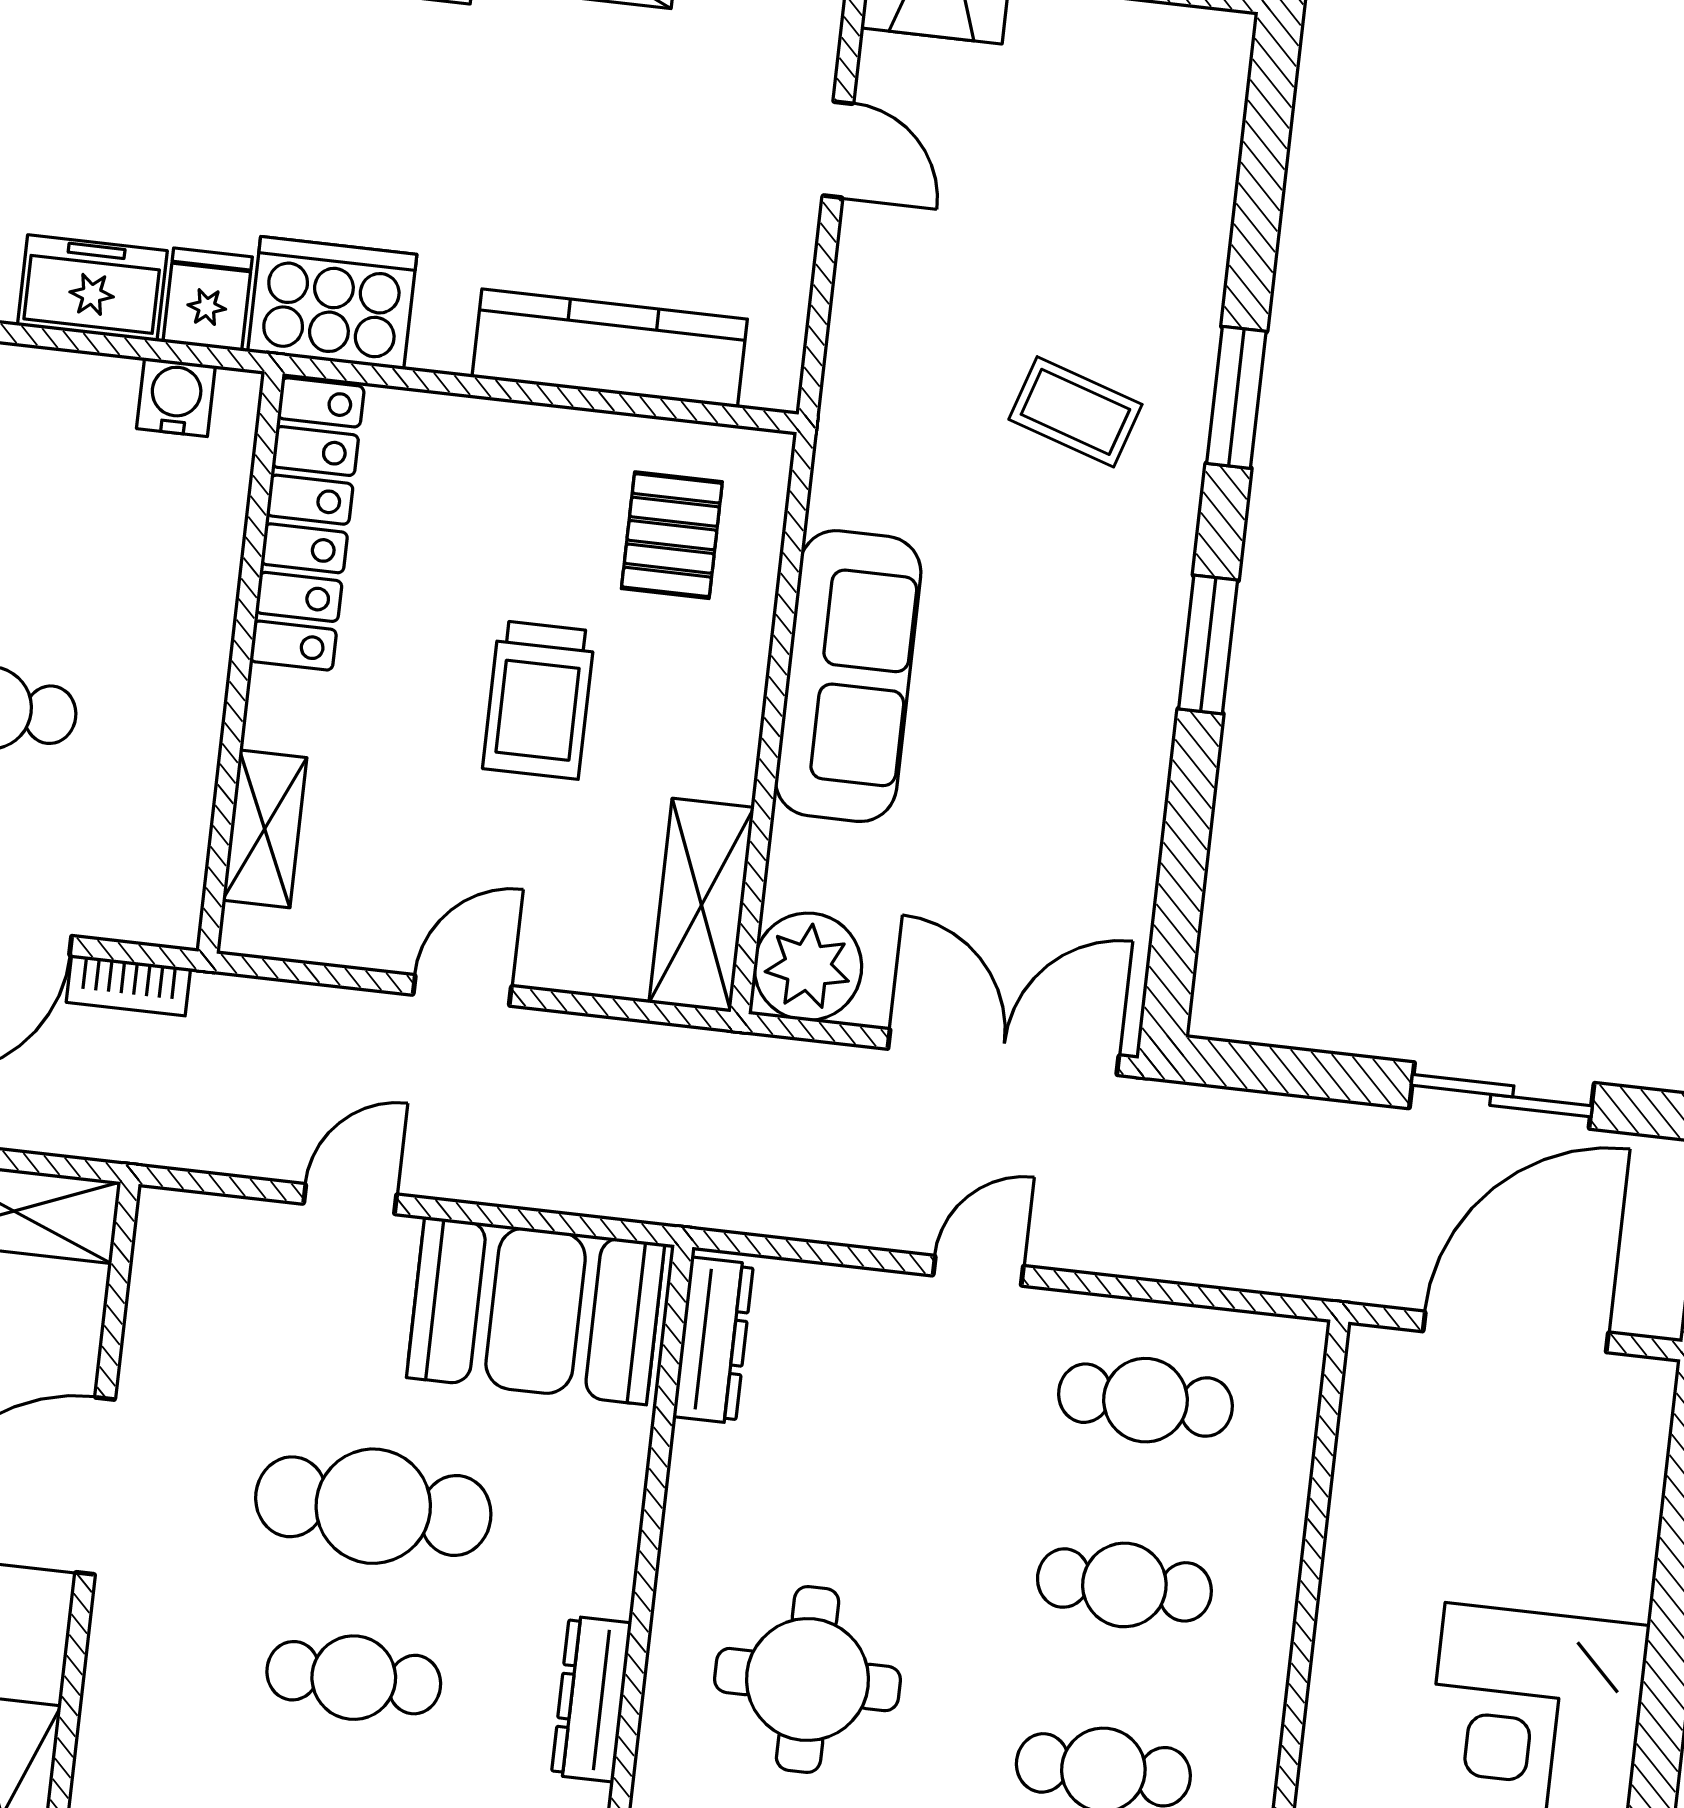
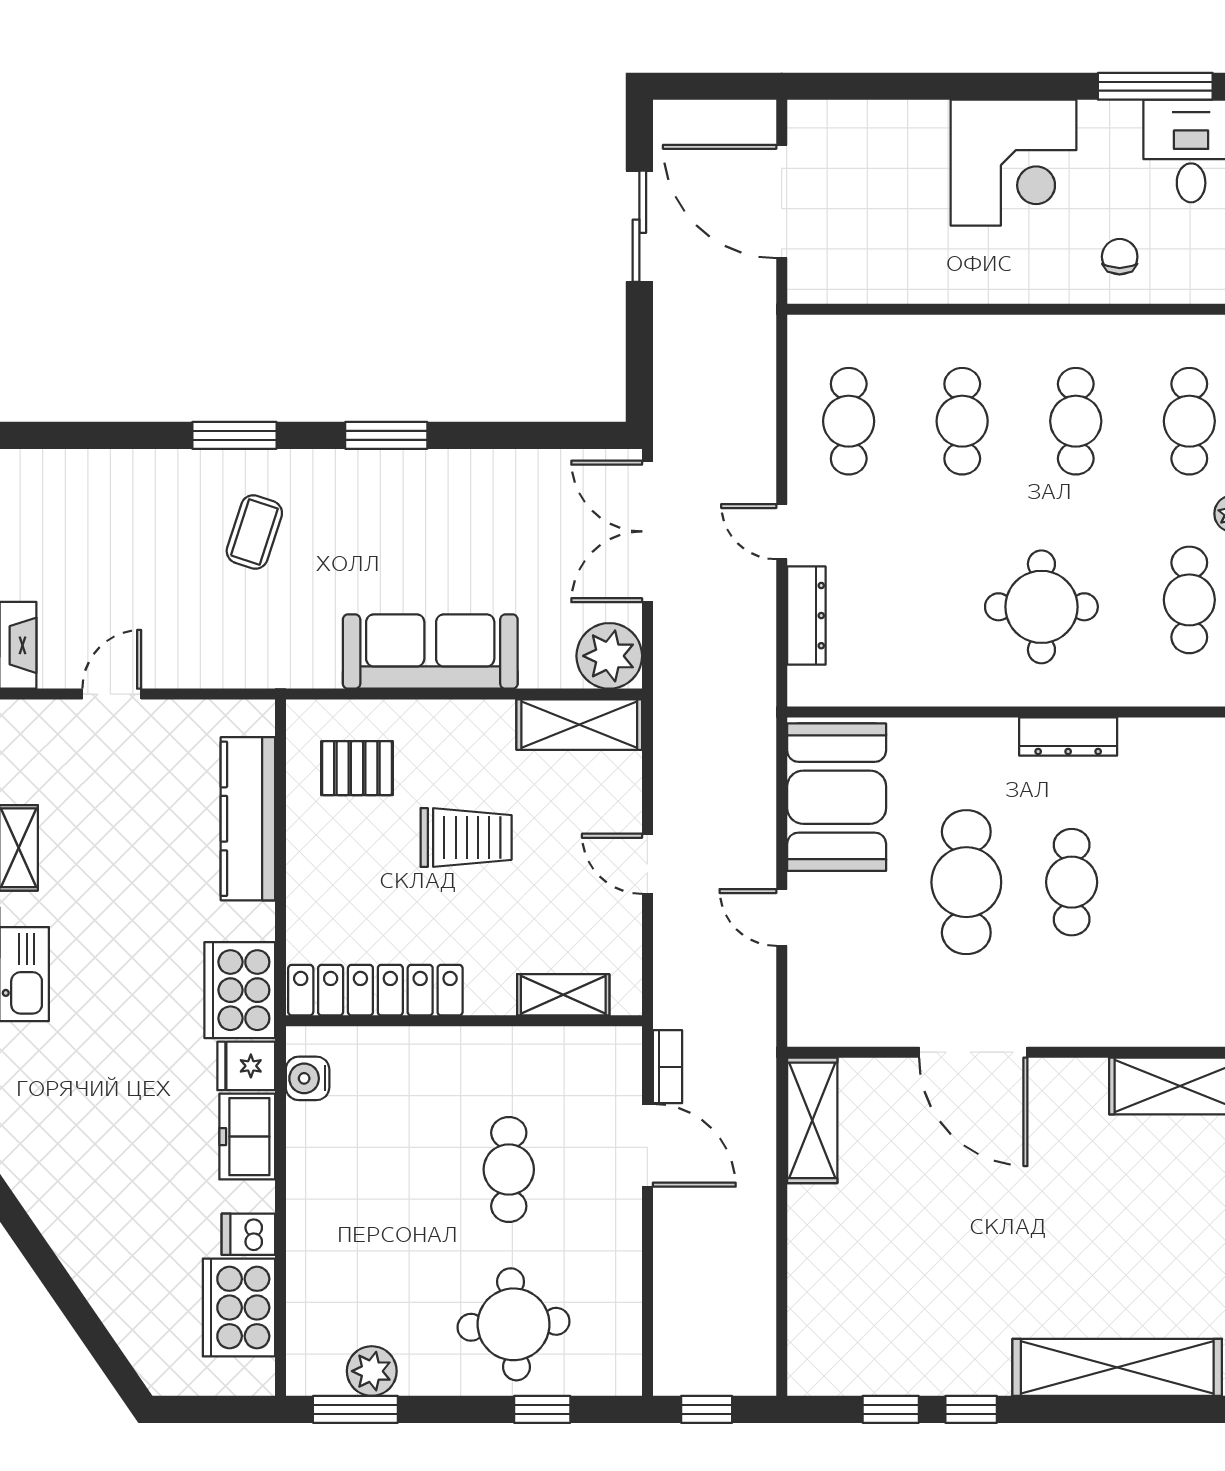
dresser: (713, 1340) -> (806, 616), moved, turned 90

